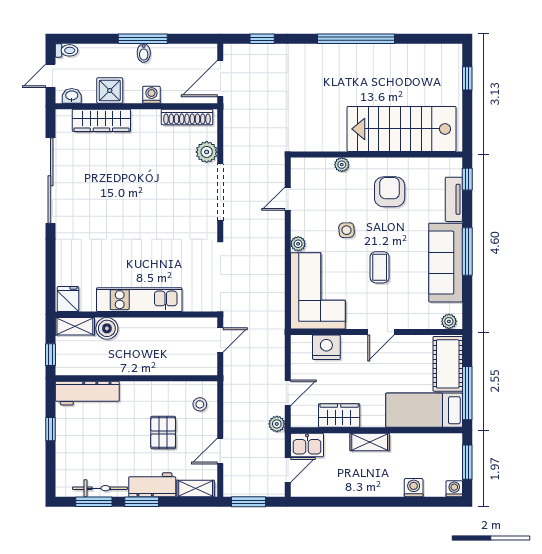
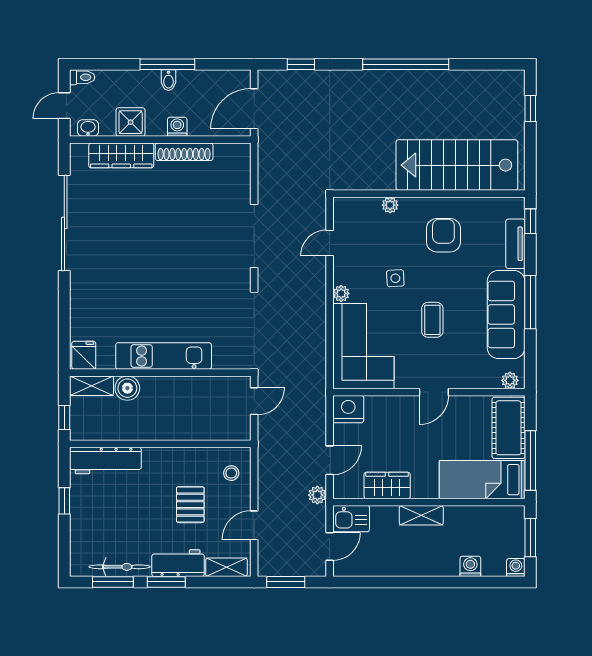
shoe rack: (187, 117) -> (184, 152), moved
plant: (207, 152) -> (239, 191), removed
nightstand: (326, 347) -> (348, 409), moved

